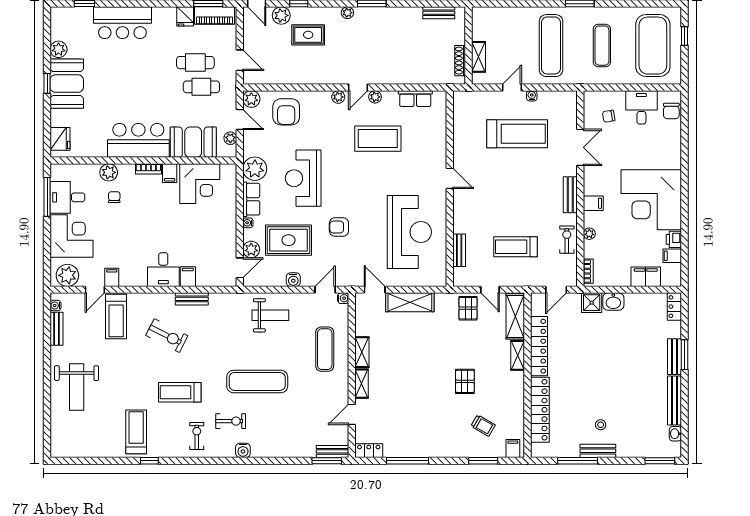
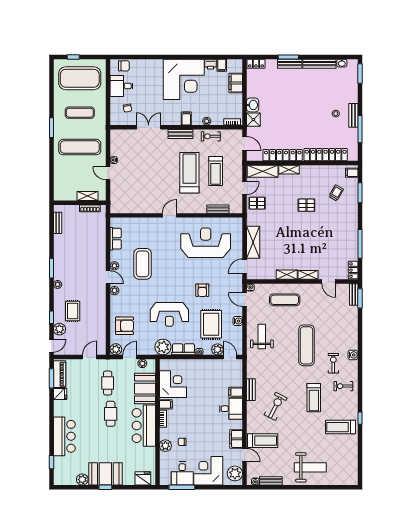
cafe table: (195, 63) -> (111, 414), moved
treadmill: (517, 134) -> (189, 173), moved
filing cabinet: (112, 277) -> (236, 439), width x2.00

